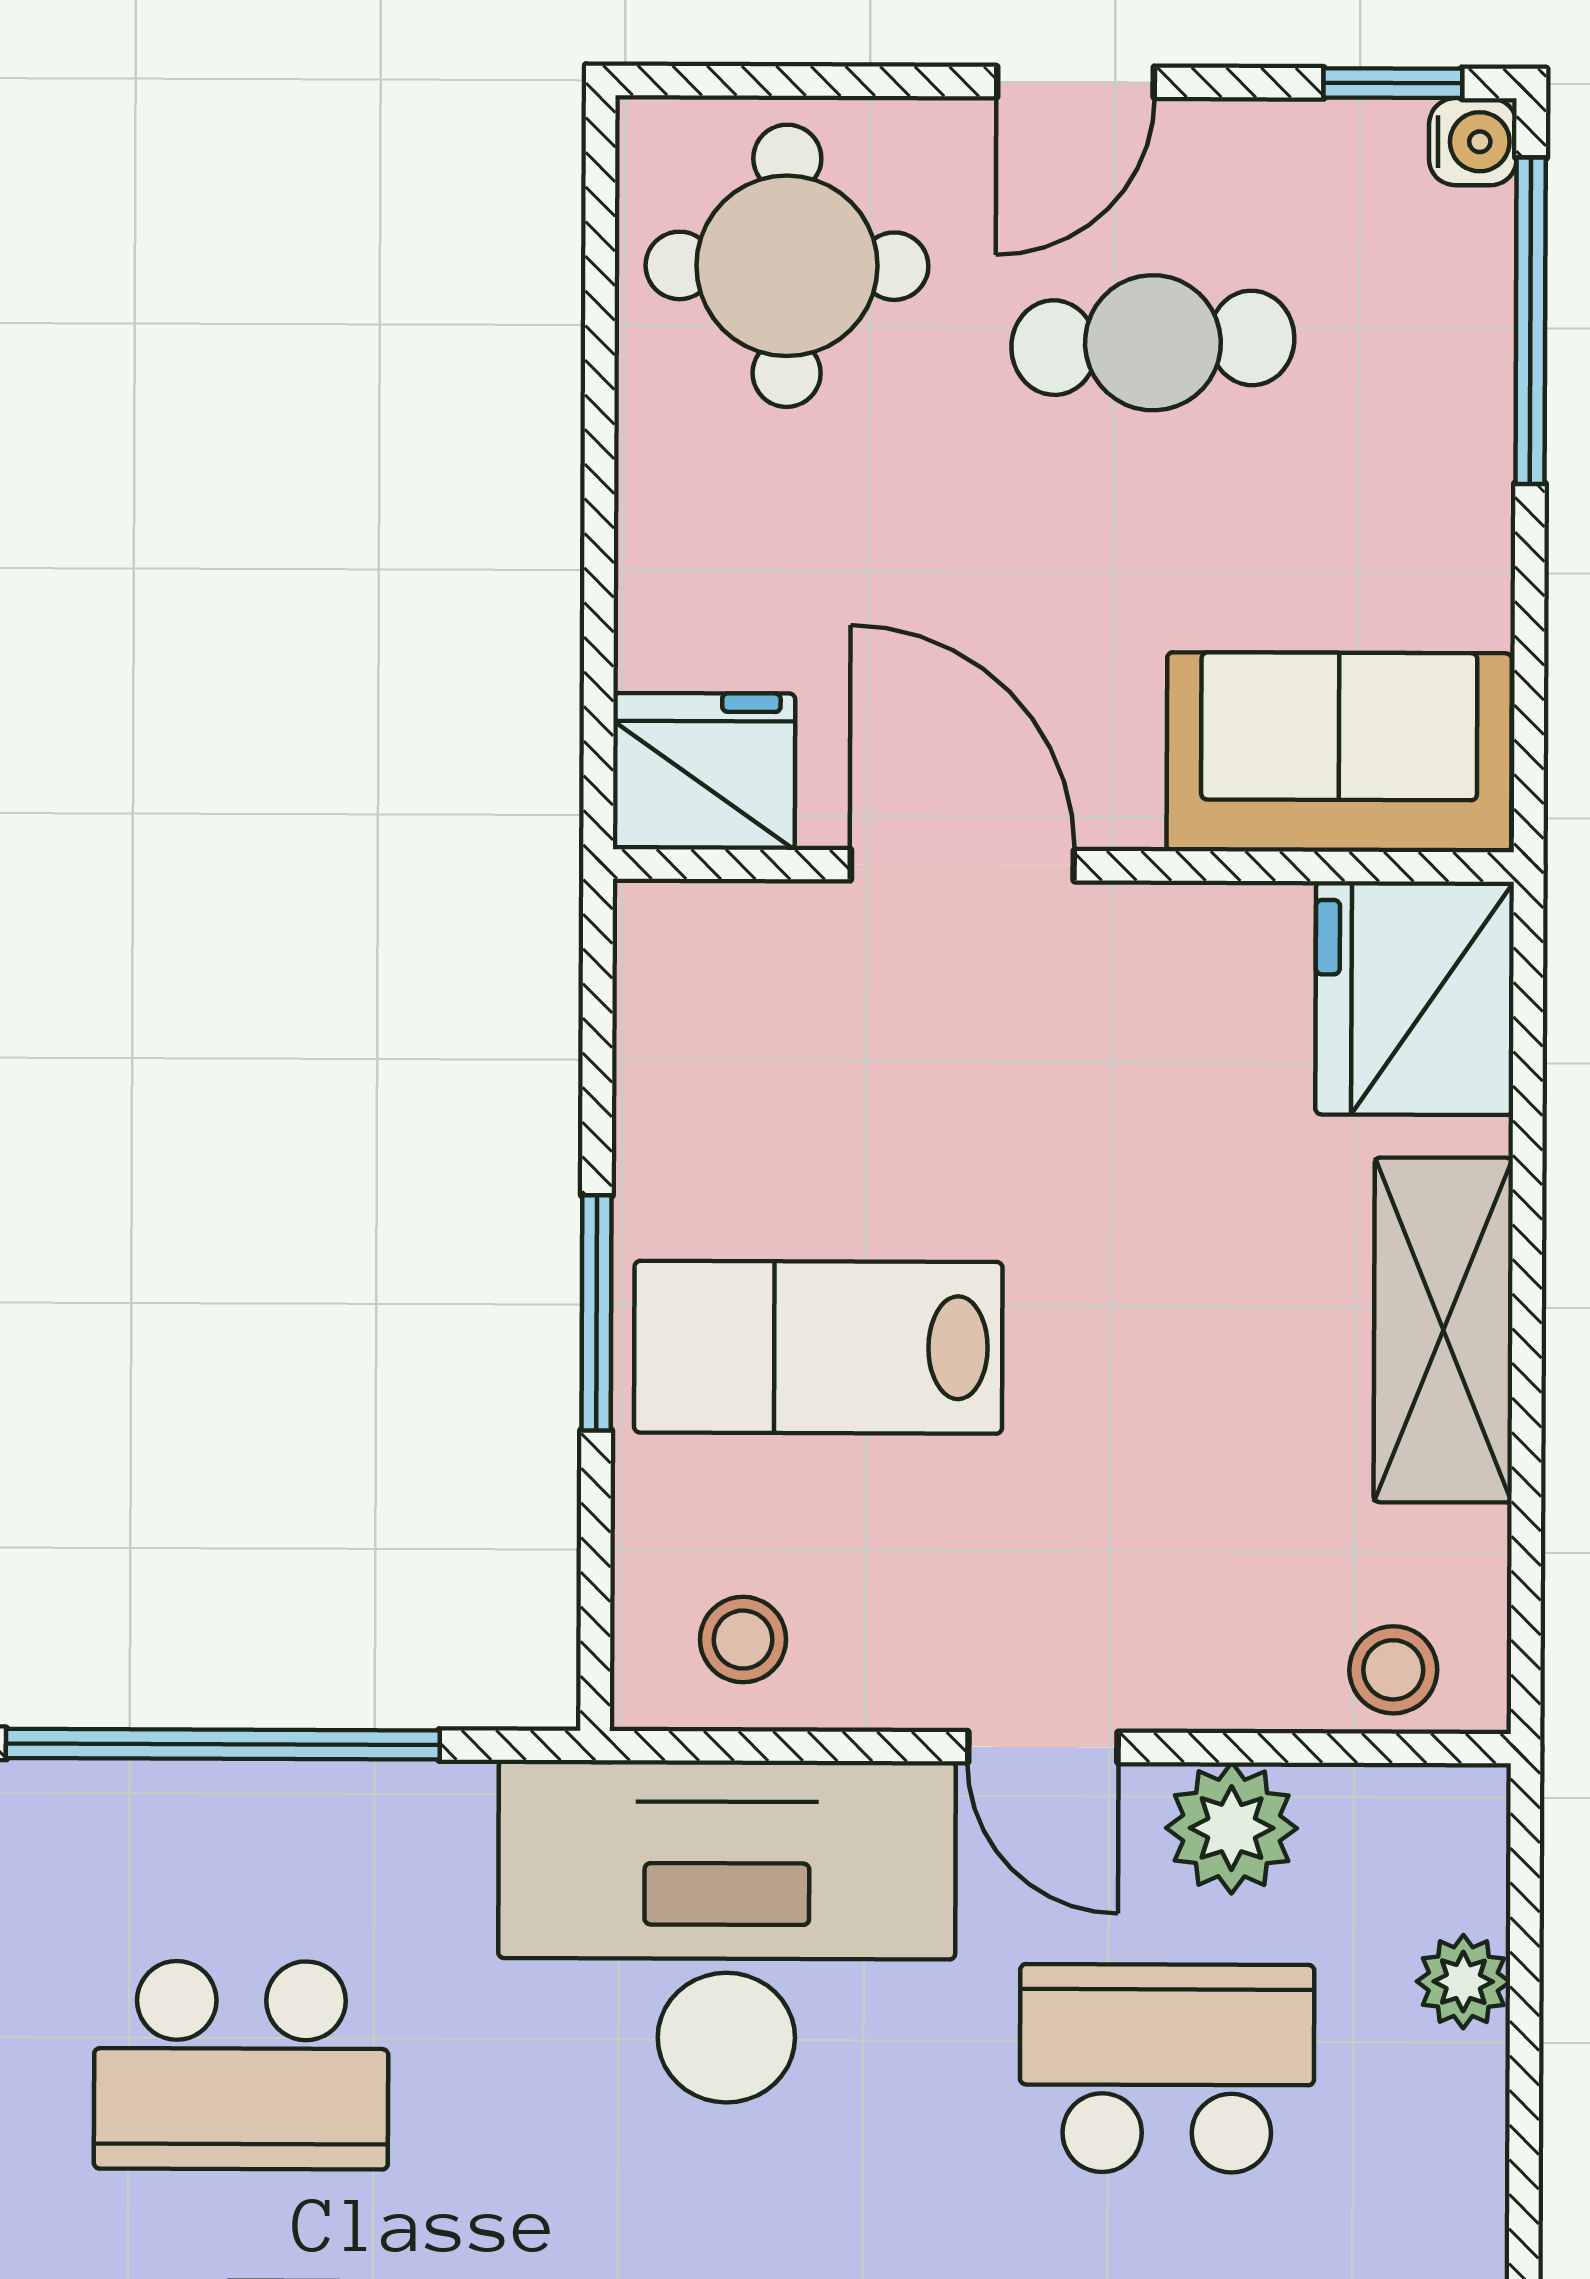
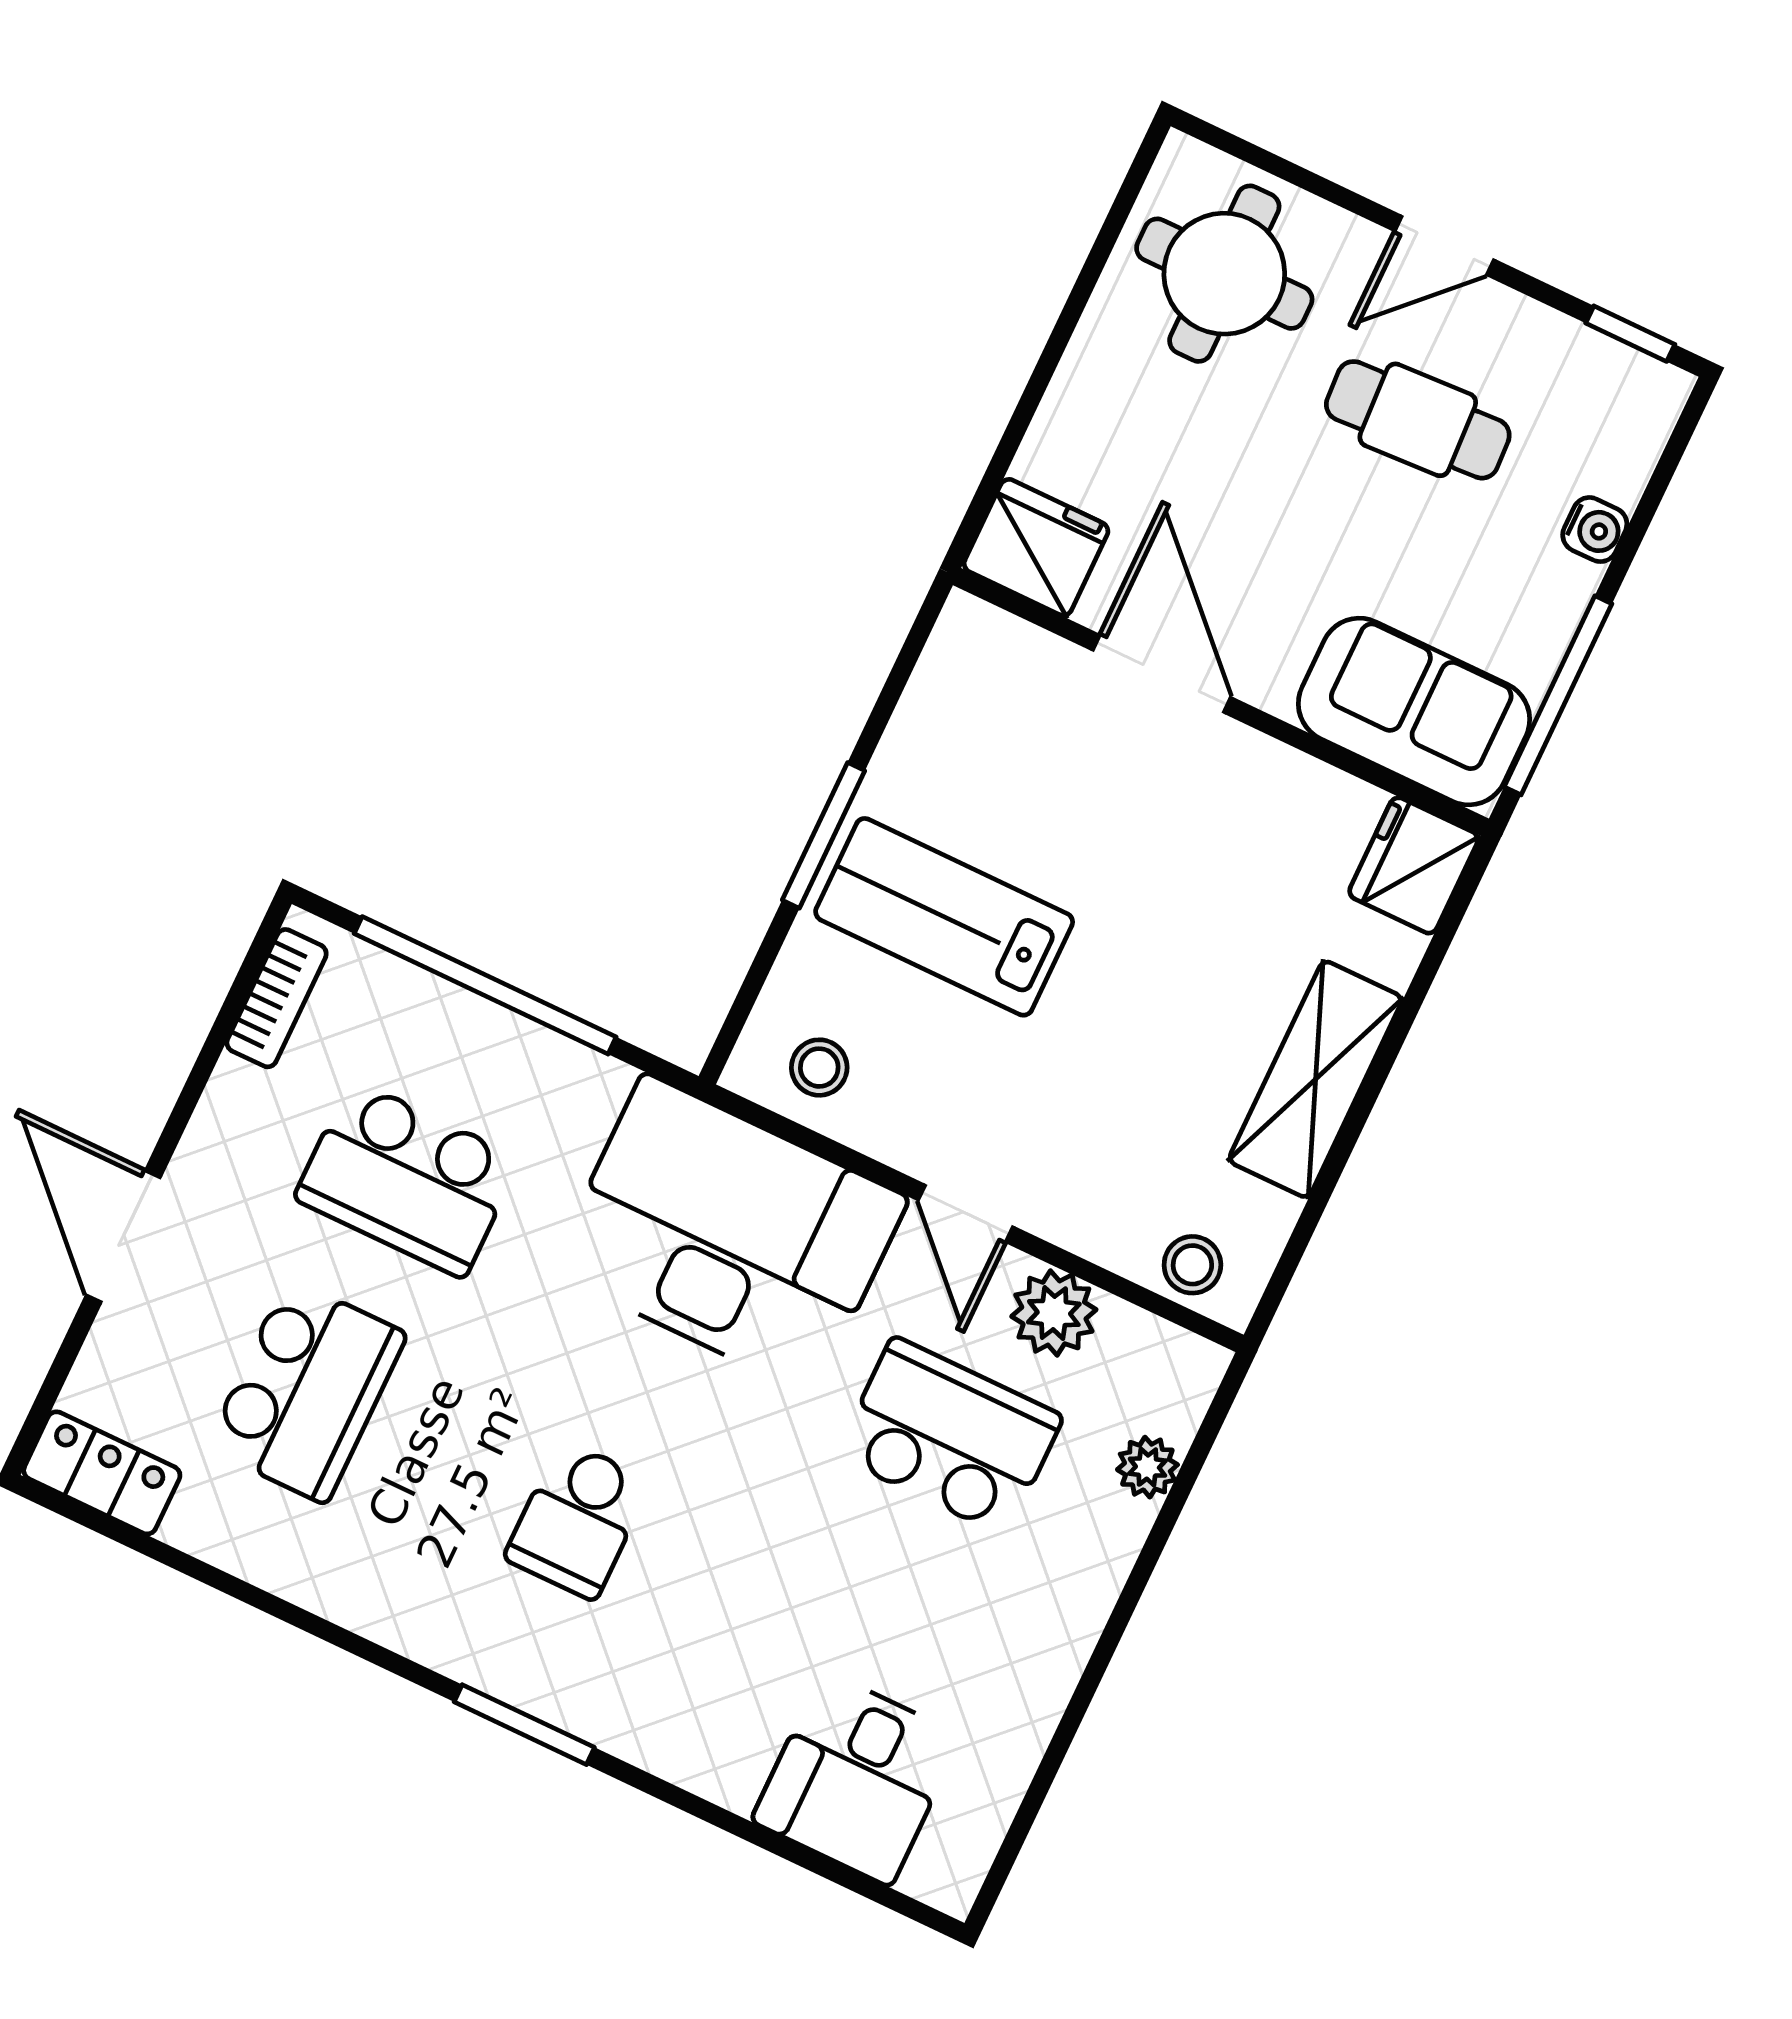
water cooler: (1473, 142) -> (1595, 530), moved
window: (1531, 321) -> (1558, 695), moved
fridge: (1415, 998) -> (1414, 865), width x0.73, depth x0.75

